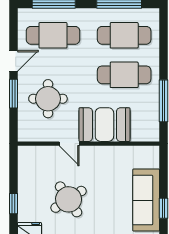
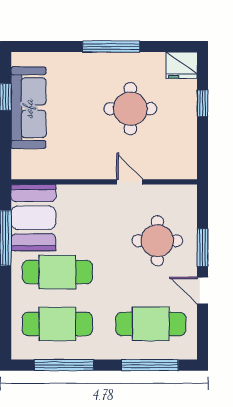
door: (14, 61) -> (203, 291), hinge flipped
booth: (104, 125) -> (33, 218), moved, turned 90
round table: (69, 199) -> (130, 109), turned 33

